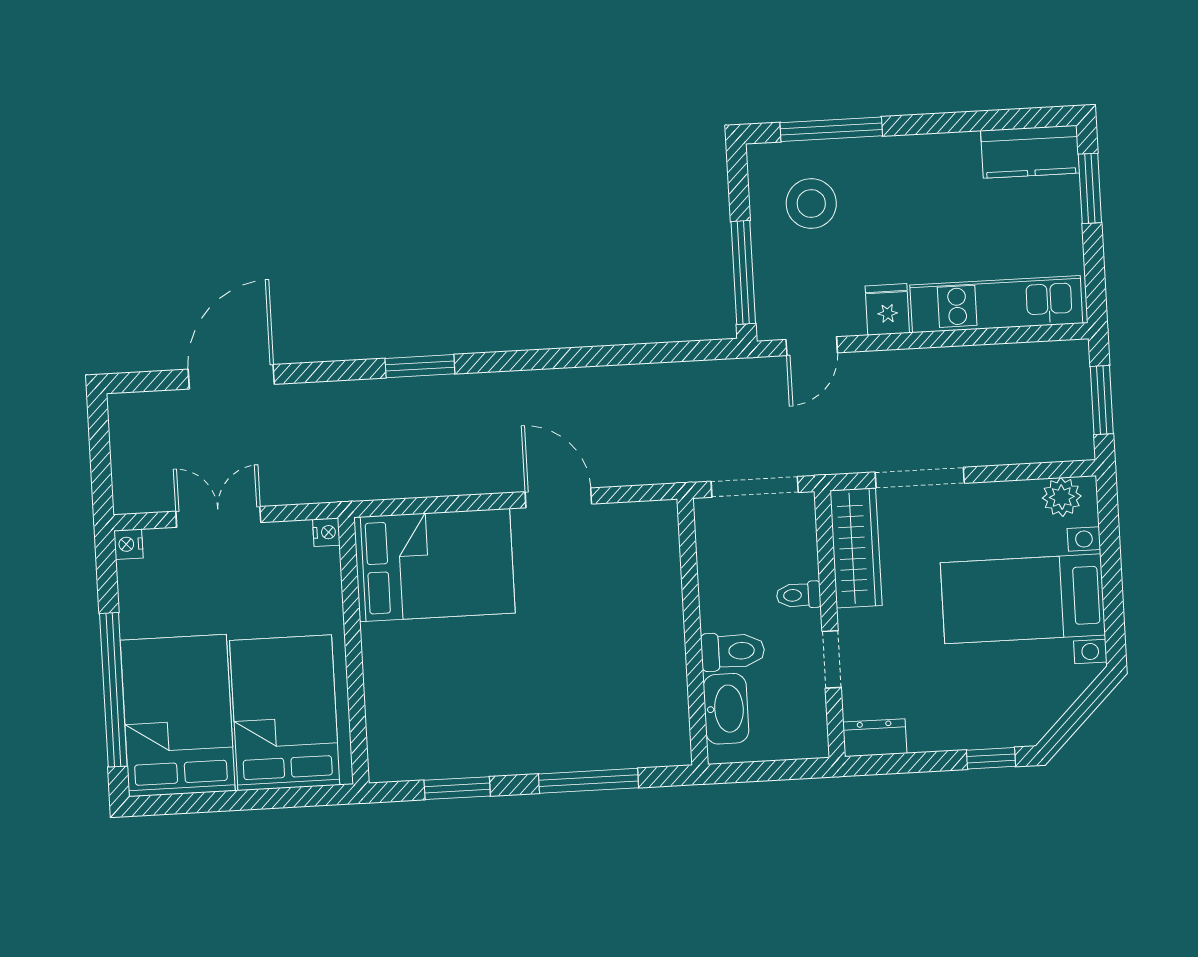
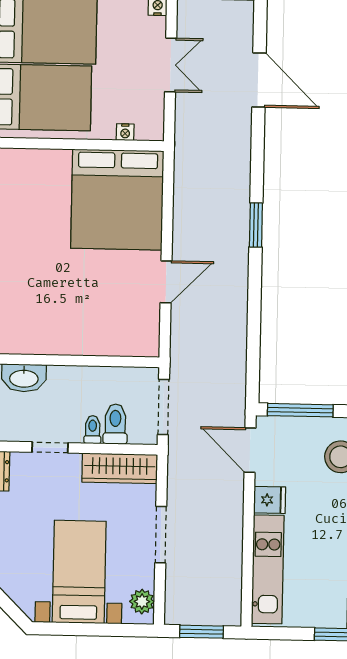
door: (812, 346) -> (250, 450), width x1.38
window: (420, 366) -> (256, 225), moved
doorway: (920, 478) -> (161, 535), moved
nightstand: (326, 532) -> (125, 132), moved
bed: (435, 565) -> (117, 200), width x1.36
toilet: (733, 651) -> (115, 424), moved, turned 180

